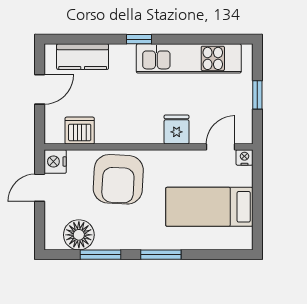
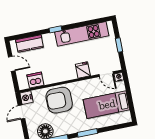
door: (40, 89) -> (12, 64), hinge flipped
door: (221, 147) -> (106, 74), swing flipped
armchair: (118, 179) -> (59, 100), turned 87

